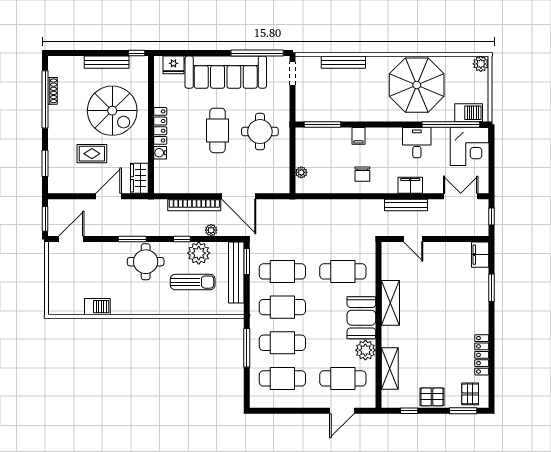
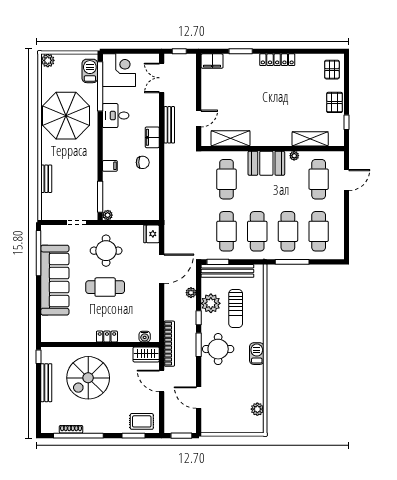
bench: (343, 62) -> (46, 179), width x0.73
fridge: (173, 65) -> (152, 234), moved, turned 180
doorway: (293, 74) -> (76, 223), moved
spiral stairs: (112, 111) -> (88, 378), turned 180
locker: (160, 126) -> (107, 336), width x0.66
water cooler: (160, 153) -> (145, 337), moved
rug: (92, 154) -> (142, 421), moved, turned 90
plant: (301, 172) -> (108, 215), moved
filing cabinet: (410, 185) -> (152, 137), moved
bookcase: (194, 205) -> (169, 344), moved
door: (71, 239) -> (199, 398), moved
window: (132, 239) -> (199, 345), moved
sun lounger: (193, 282) -> (236, 309), turned 180
shelving: (390, 303) -> (231, 138), moved
plant: (76, 307) -> (257, 409), added
barbecue: (97, 307) -> (257, 354), moved
plant: (365, 350) -> (294, 156), width x0.53, depth x0.53
locker: (482, 355) -> (277, 60), moved
pallet: (470, 394) -> (332, 70), turned 90
door: (342, 411) -> (346, 180), hinge flipped
window: (463, 411) -> (346, 76), removed

